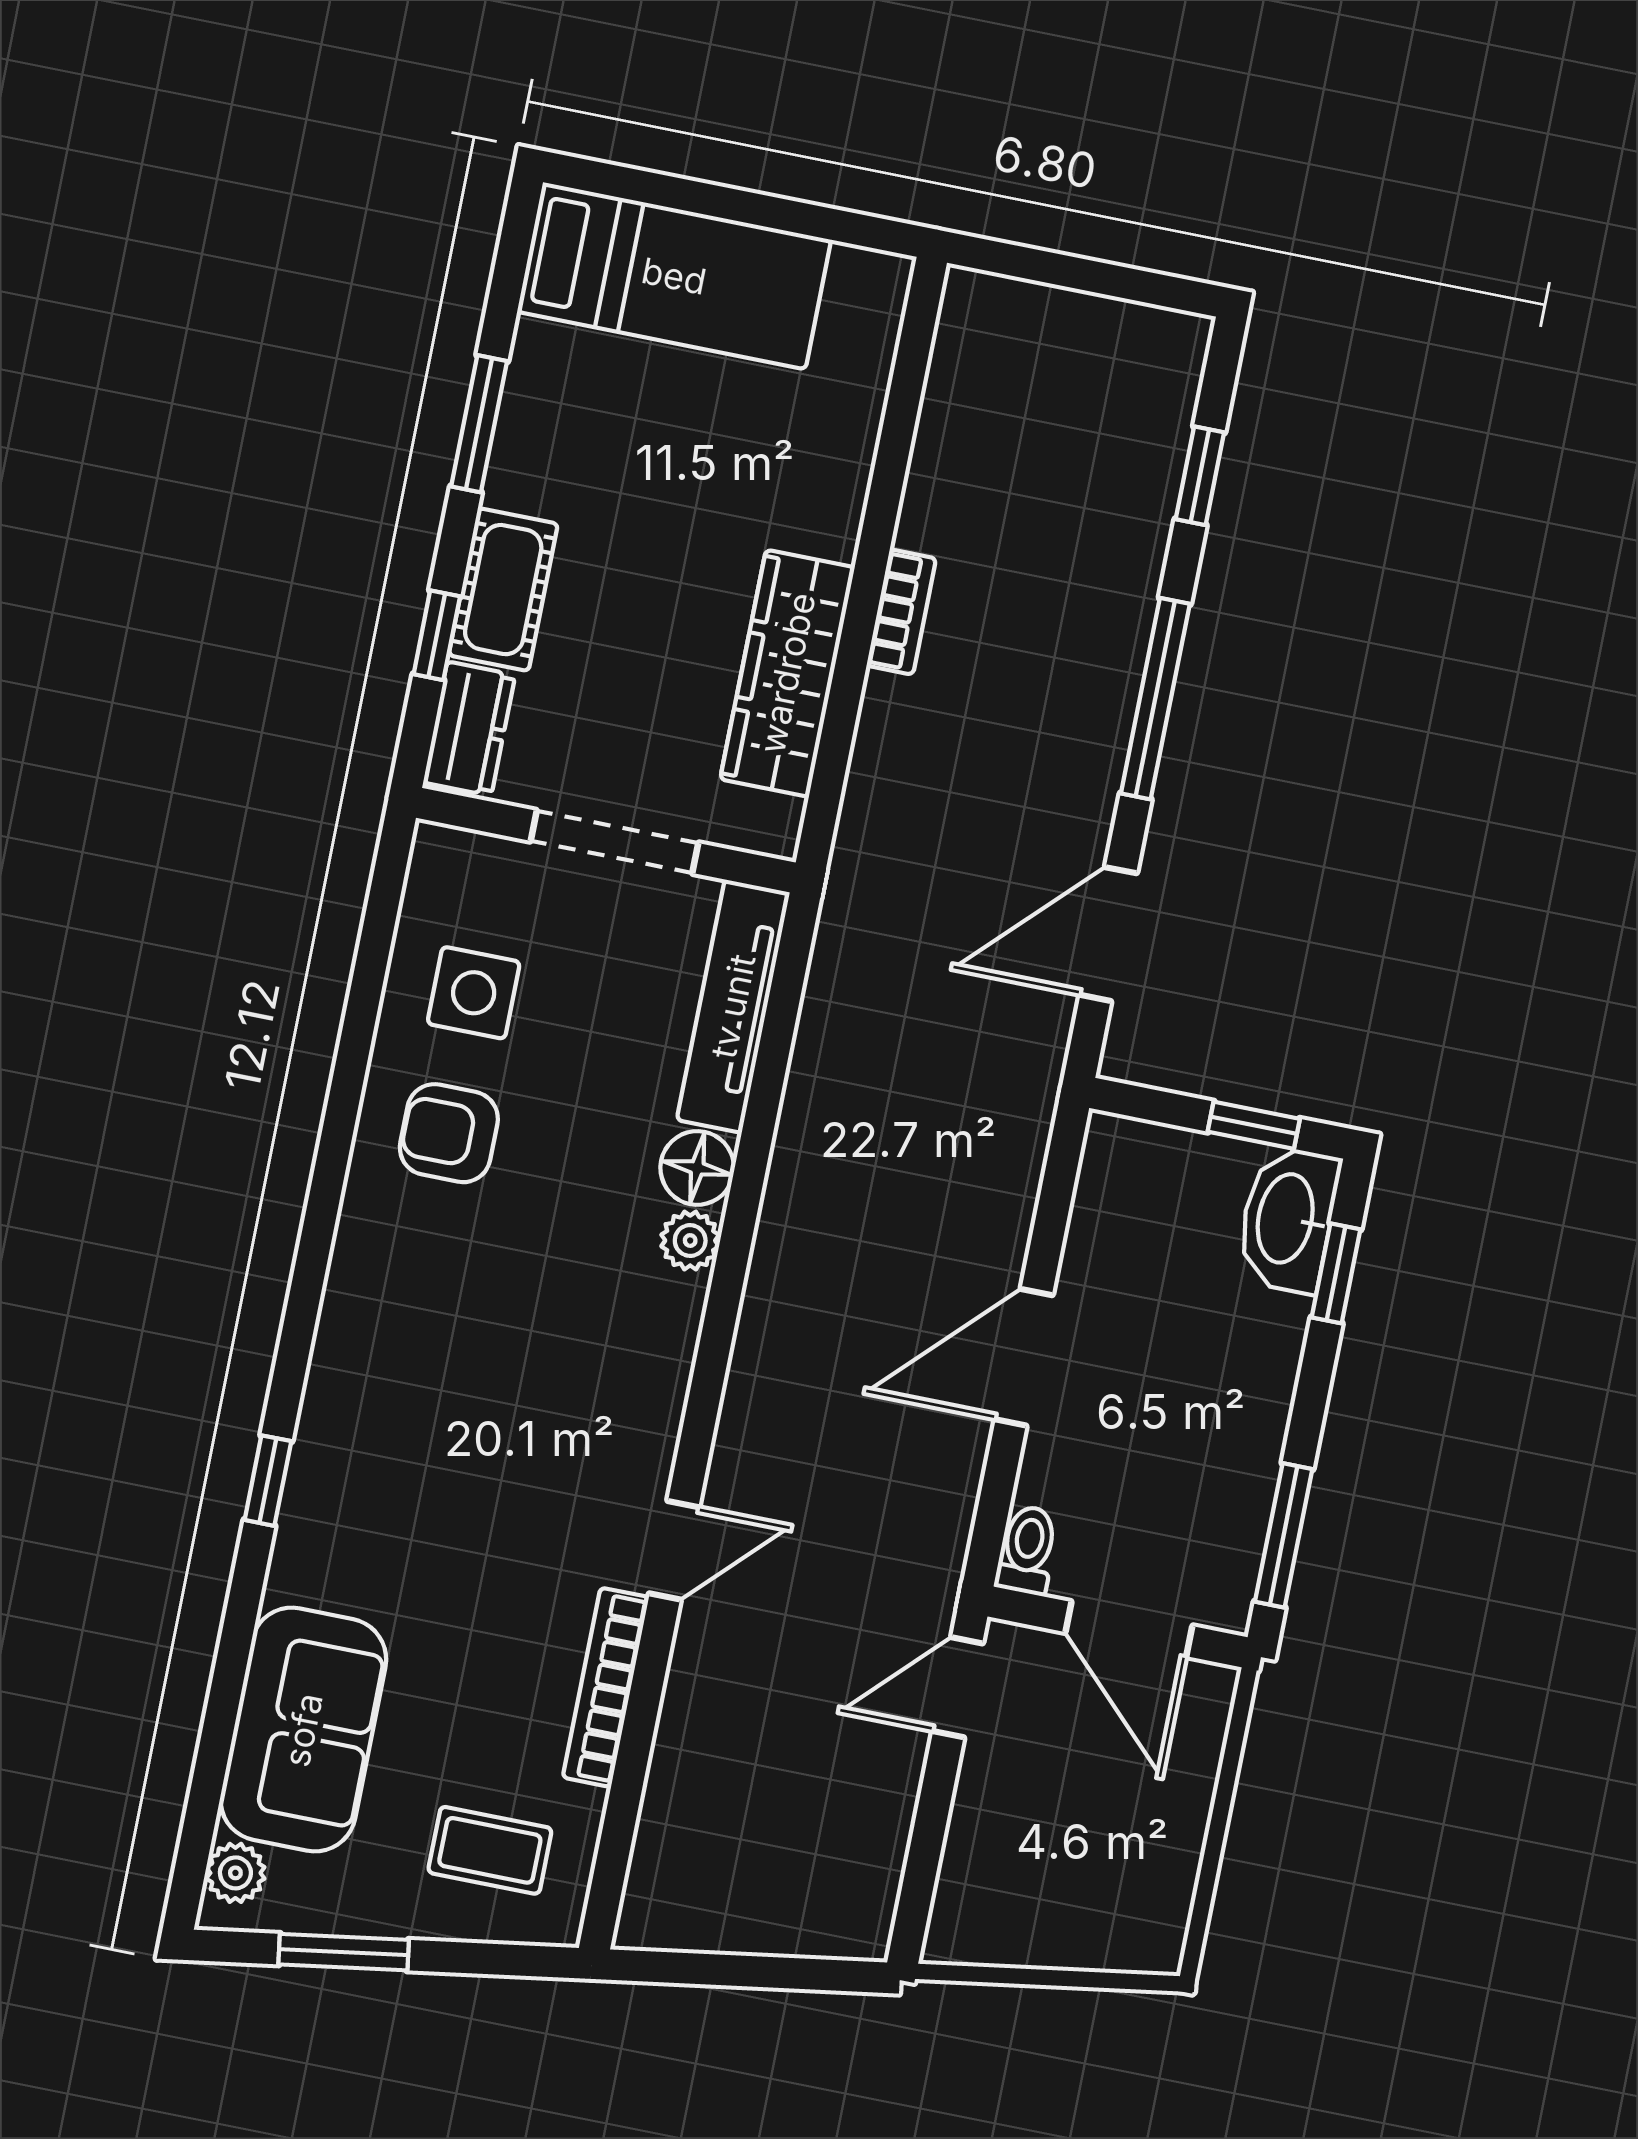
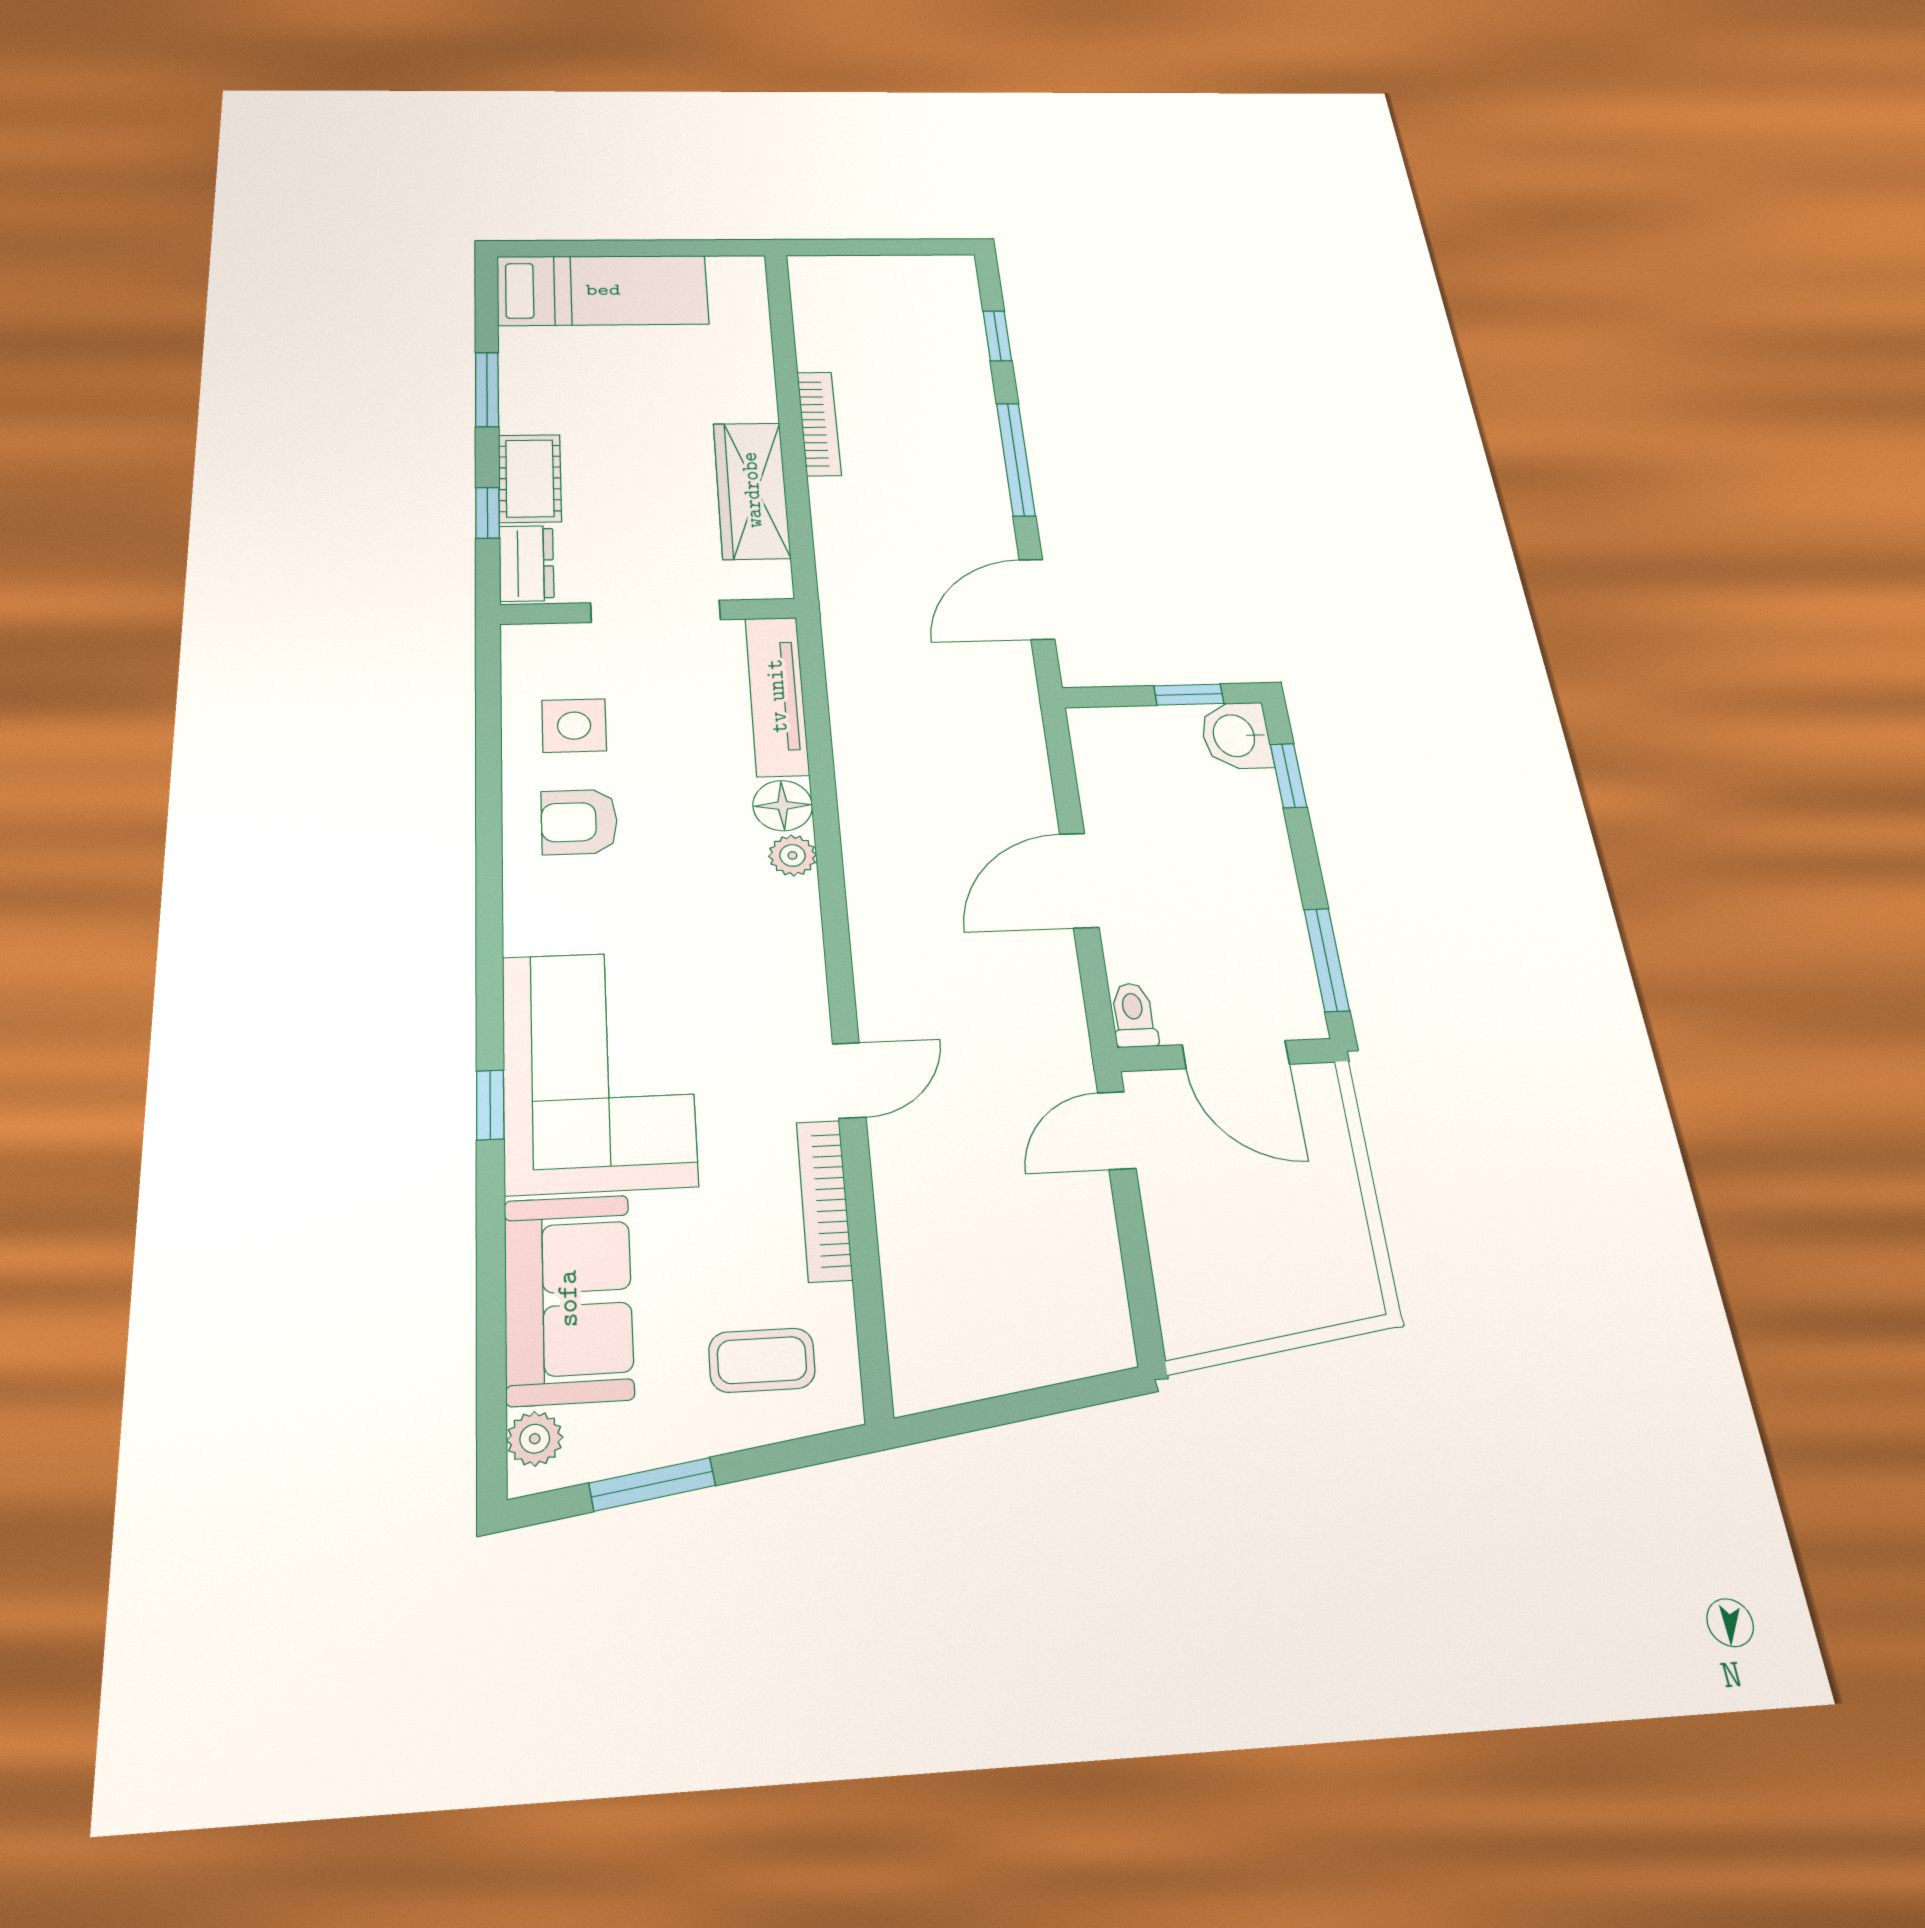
bookcase: (901, 612) -> (819, 423), width x1.56
washbasin: (1288, 1219) -> (1236, 736), width x0.72
corner sofa: (397, 1467) -> (598, 1070), added

